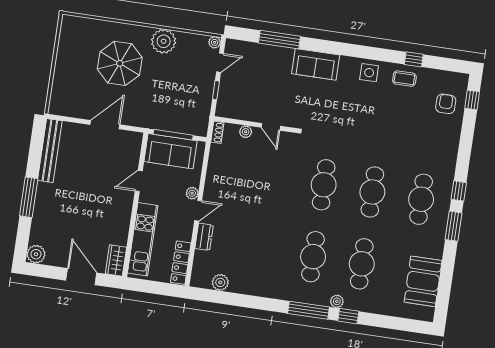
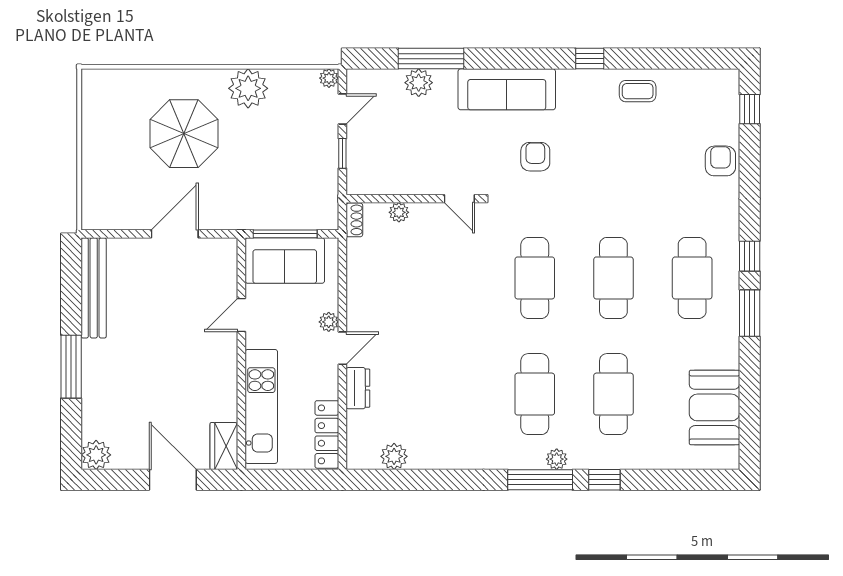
plant: (270, 53) -> (419, 83), added
window: (414, 59) -> (590, 59), moved
sofa: (316, 64) -> (507, 89), width x1.36
side table: (369, 73) -> (580, 90), removed
armchair: (446, 104) -> (720, 161), moved
armchair: (335, 110) -> (535, 157), added
door: (271, 127) -> (459, 199), moved
plant: (337, 301) -> (557, 459), moved

